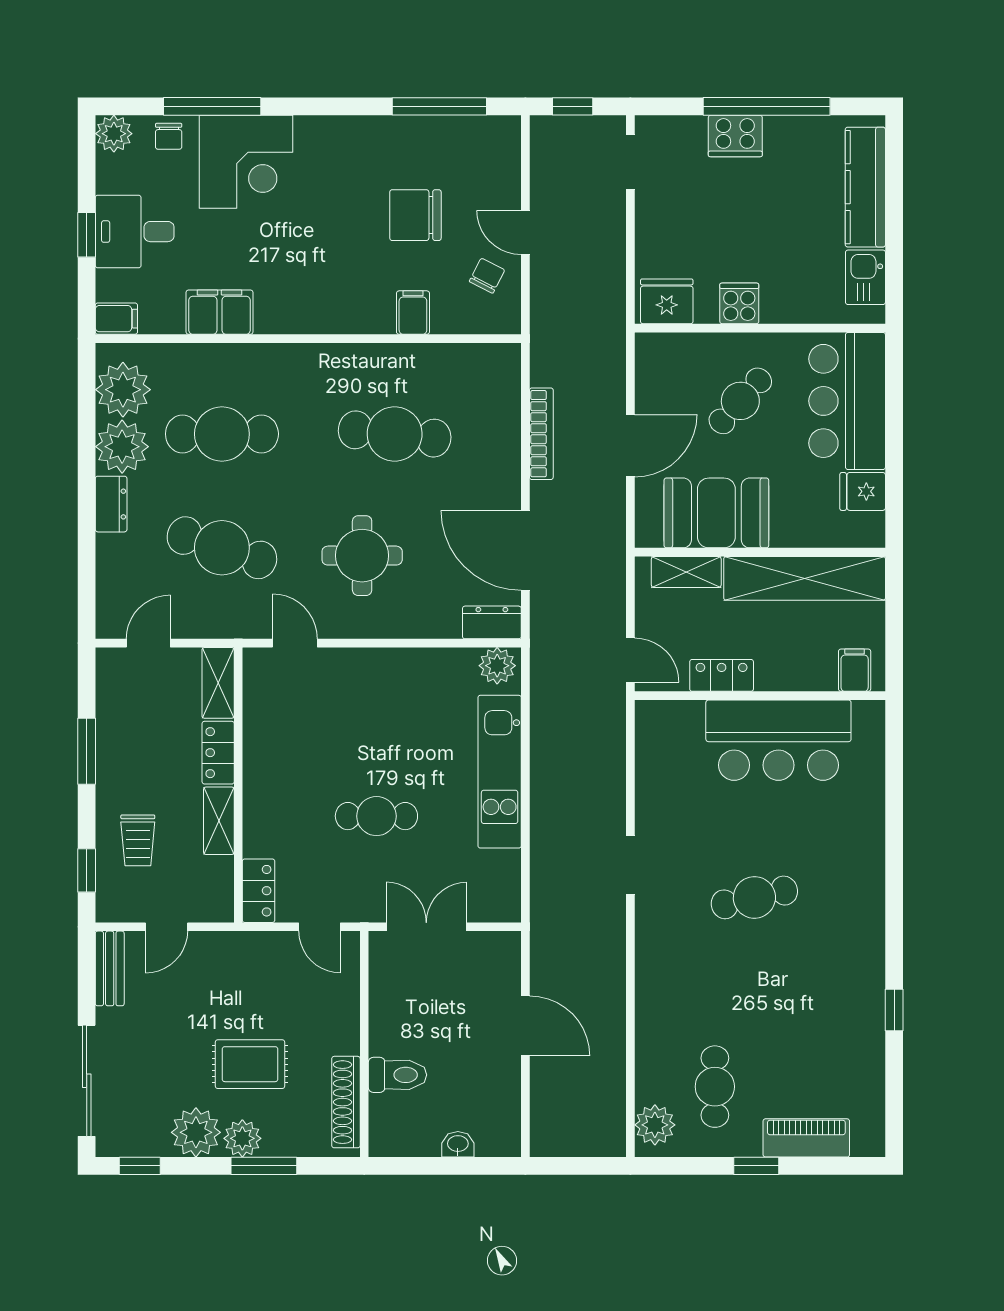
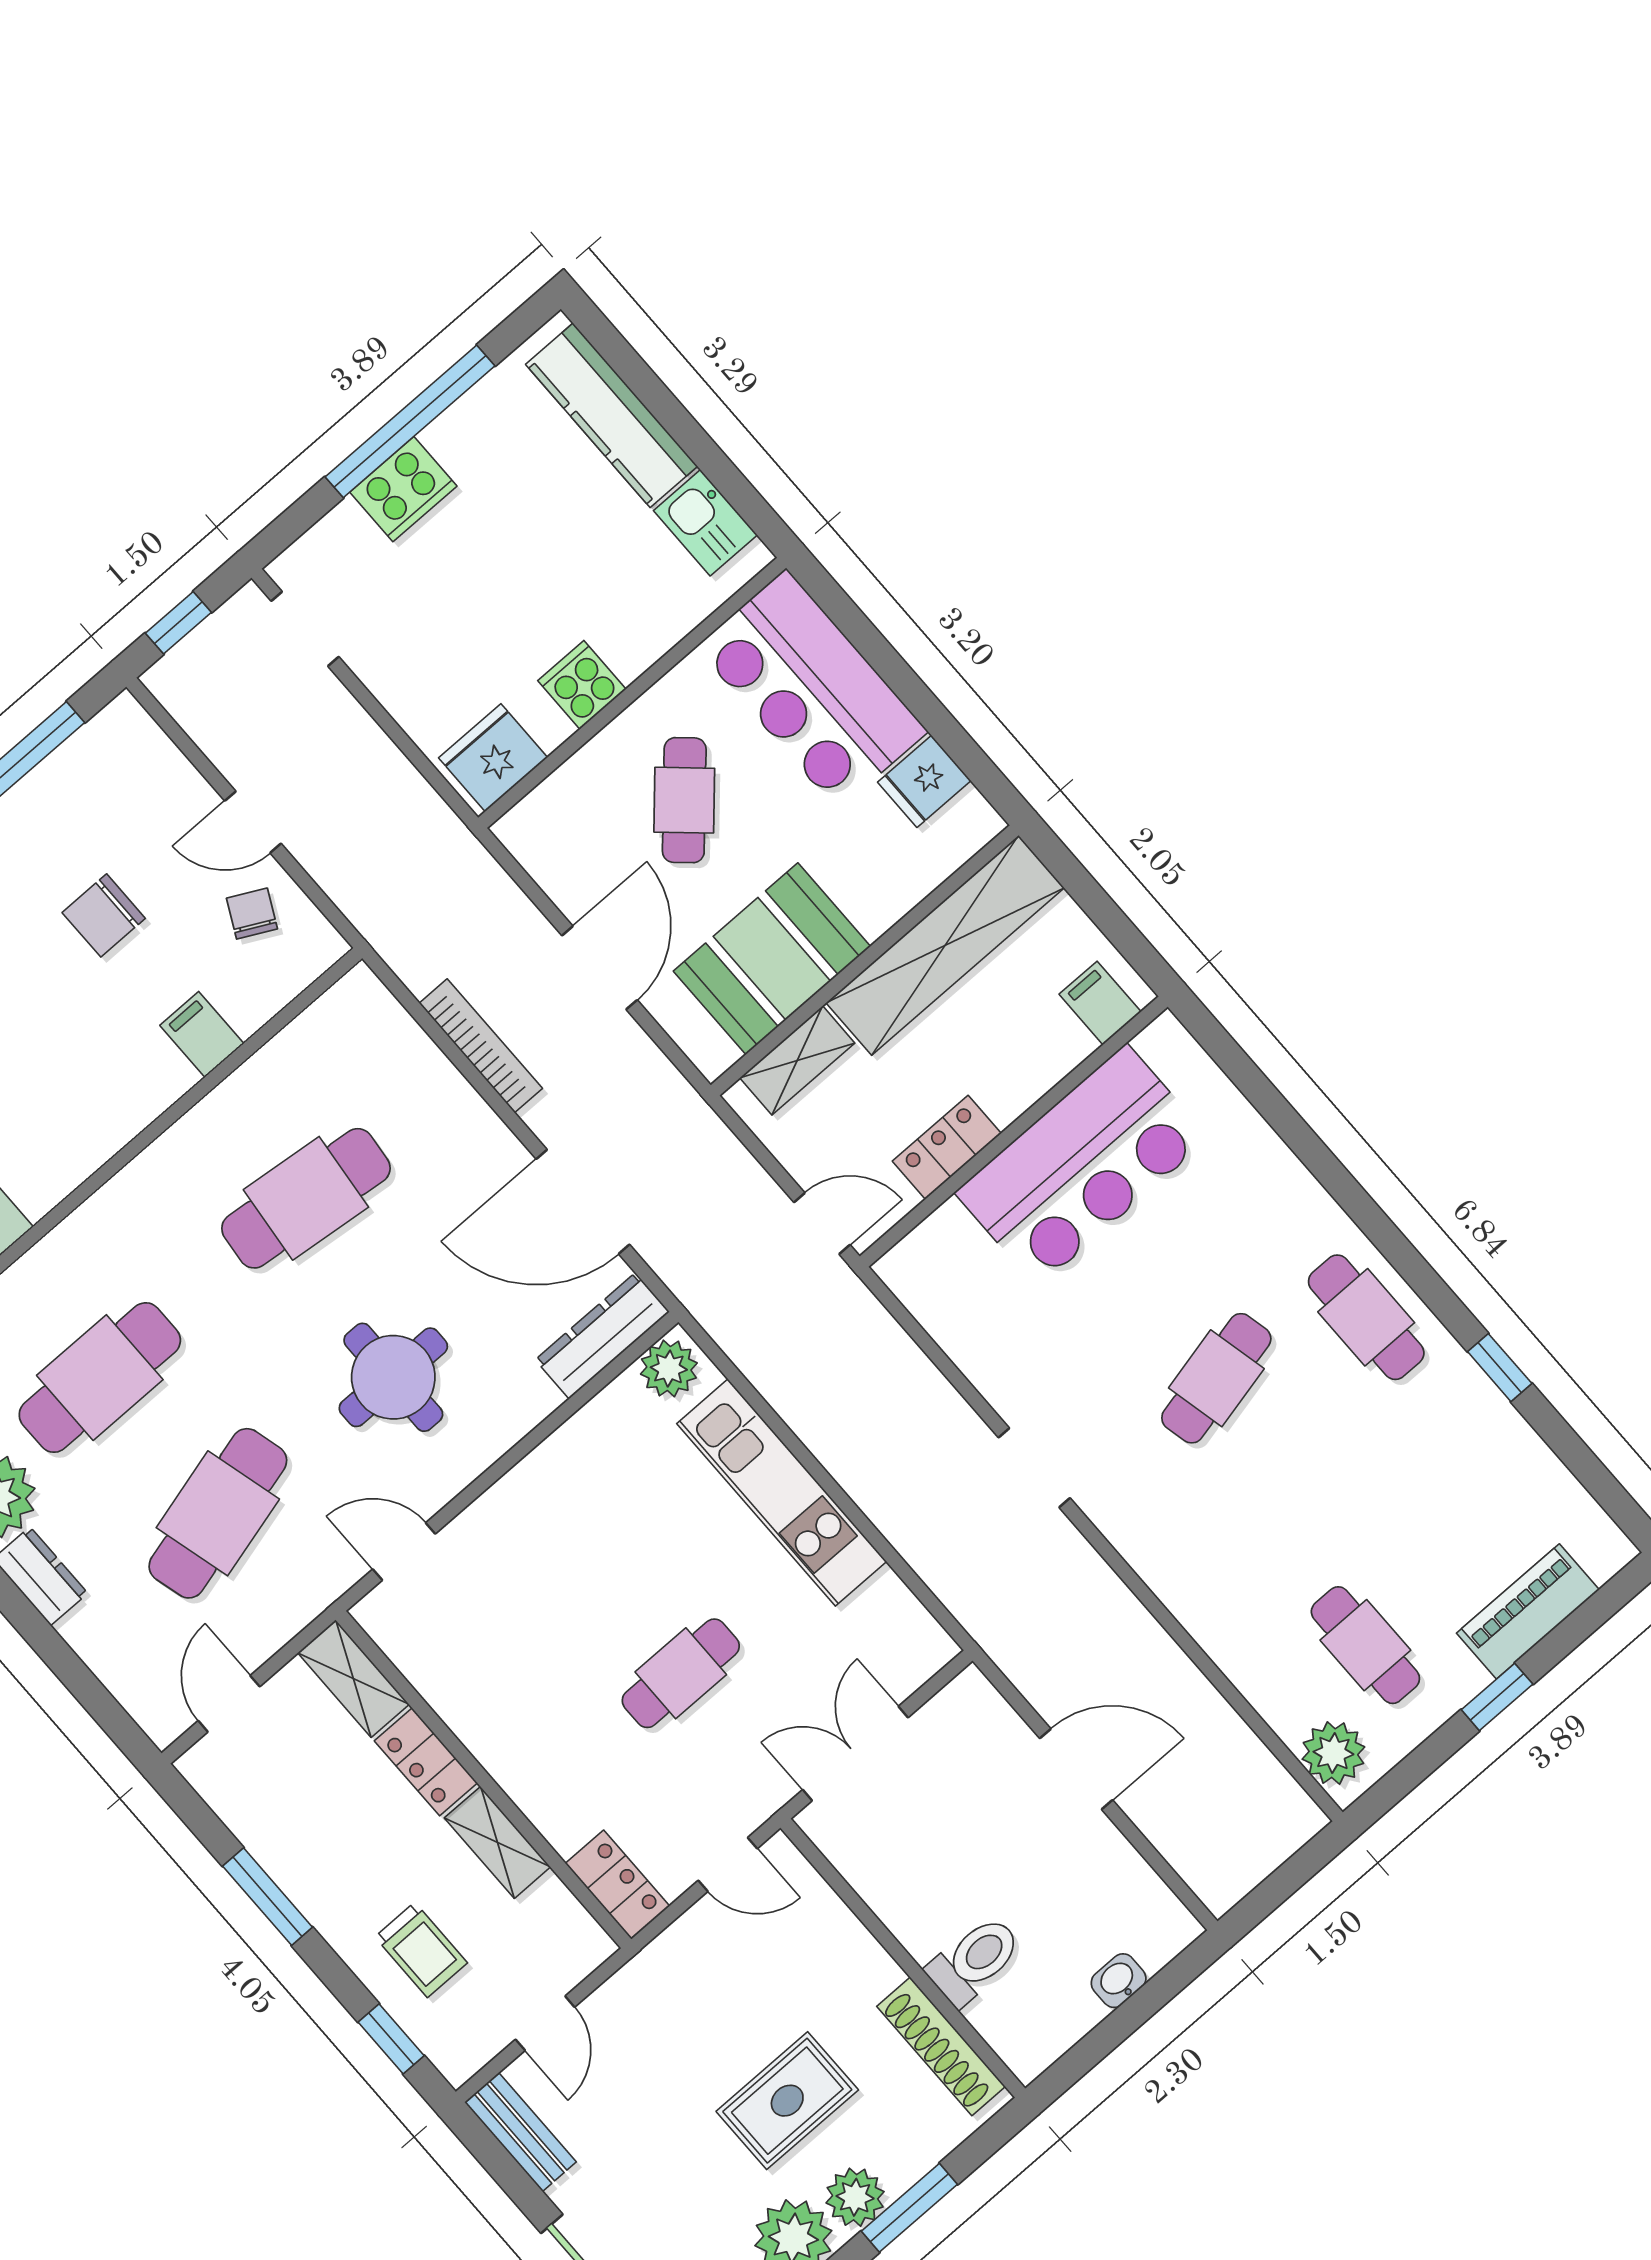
chair: (415, 215) -> (104, 915), width x0.73, depth x0.73
cafe table: (222, 548) -> (218, 1513), turned -33
dresser: (492, 622) -> (602, 1336), width x1.44
cafe table: (851, 930) -> (1366, 1317), added

